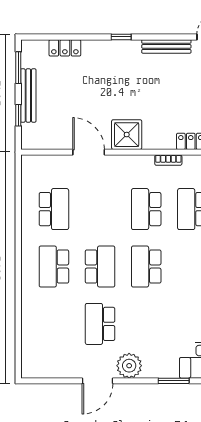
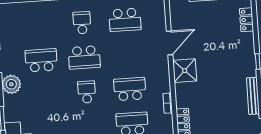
school desk: (54, 267) -> (82, 23), width x0.54
school desk: (146, 267) -> (87, 92), width x0.54

